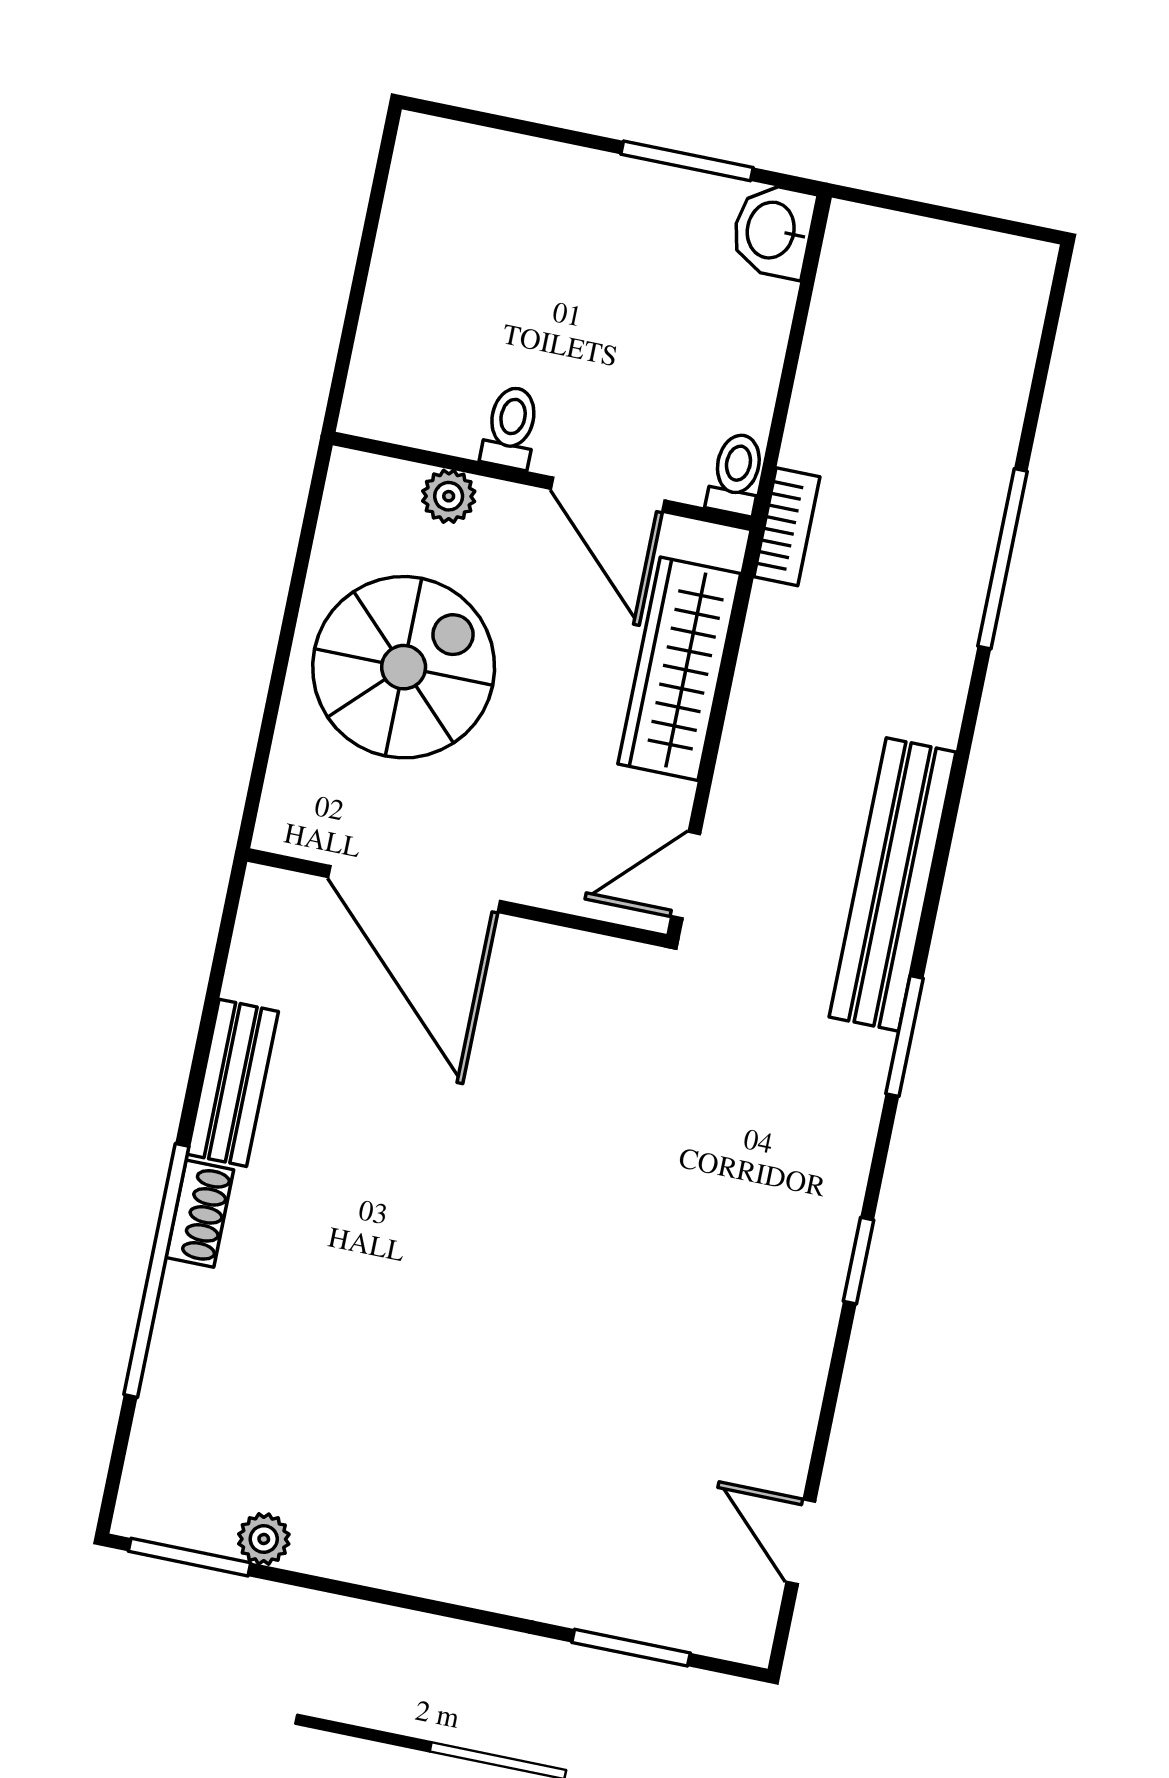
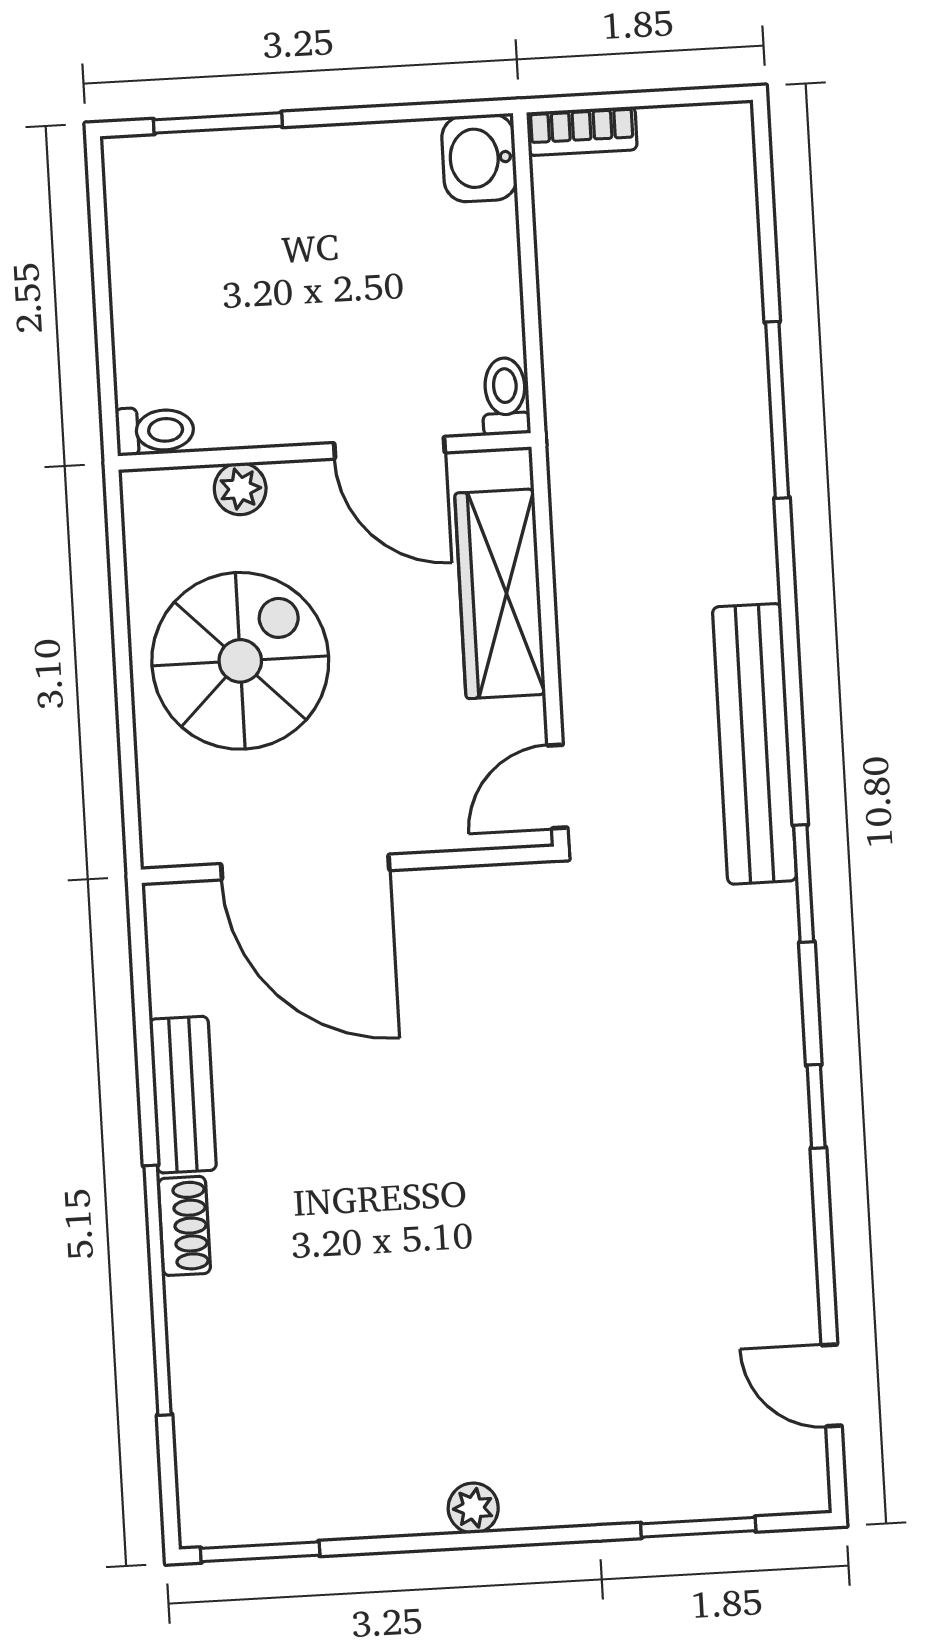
window: (687, 161) -> (218, 123), moved
toilet: (511, 427) -> (155, 430), moved, turned 90
bookcase: (787, 527) -> (582, 131), moved, turned 90
plant: (264, 1539) -> (473, 1508), moved

